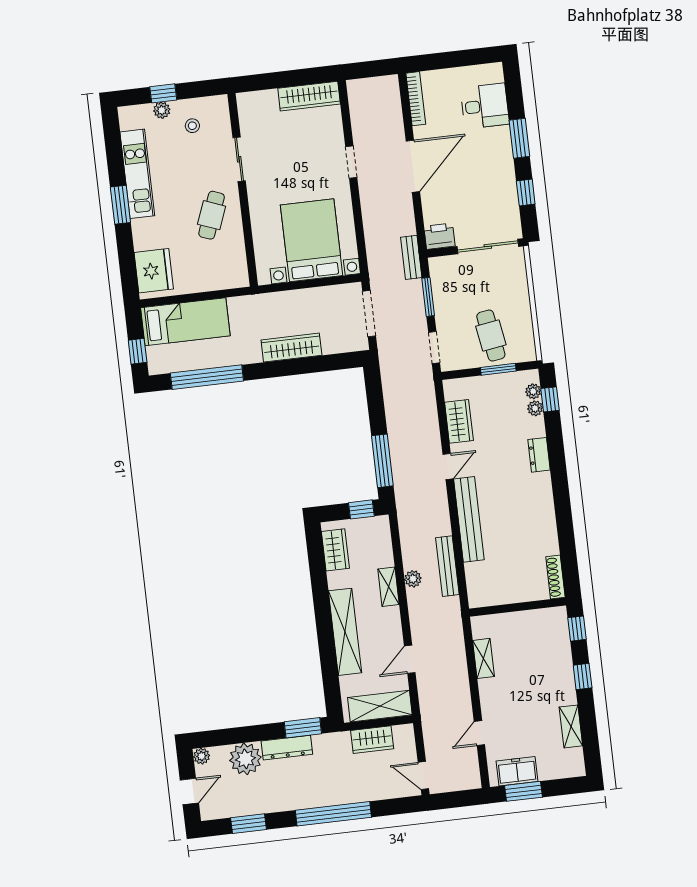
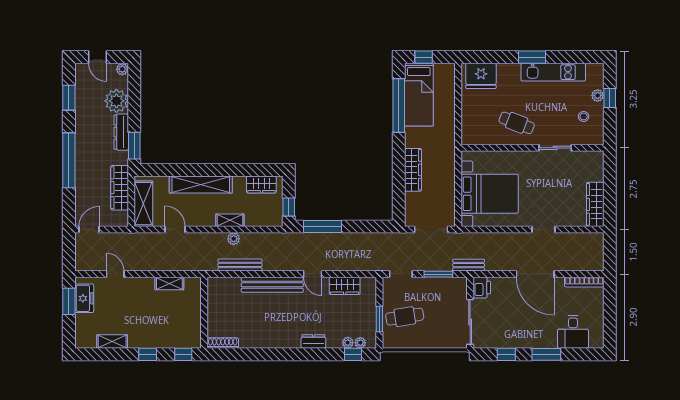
bed: (185, 322) -> (419, 95), moved
wardrobe: (372, 740) -> (120, 188), width x1.50

